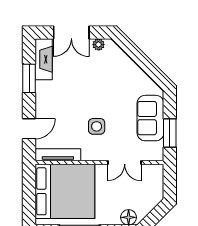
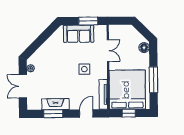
double door: (71, 33) -> (23, 86), swing flipped
fireplace: (44, 59) -> (55, 104), moved
door: (29, 129) -> (86, 113), hinge flipped
window: (29, 193) -> (129, 113), added

